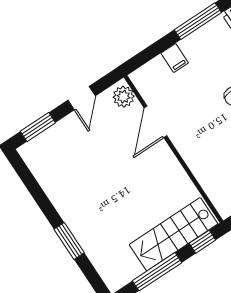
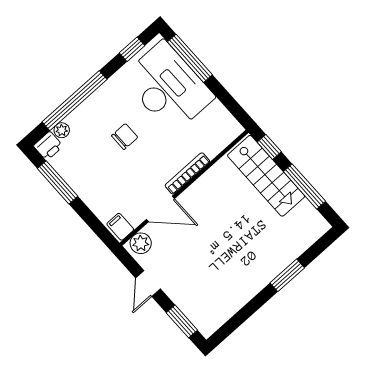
filing cabinet: (175, 58) -> (120, 227), moved, turned -90
door: (82, 98) -> (148, 283), swing flipped
bookcase: (188, 155) -> (187, 173), added

